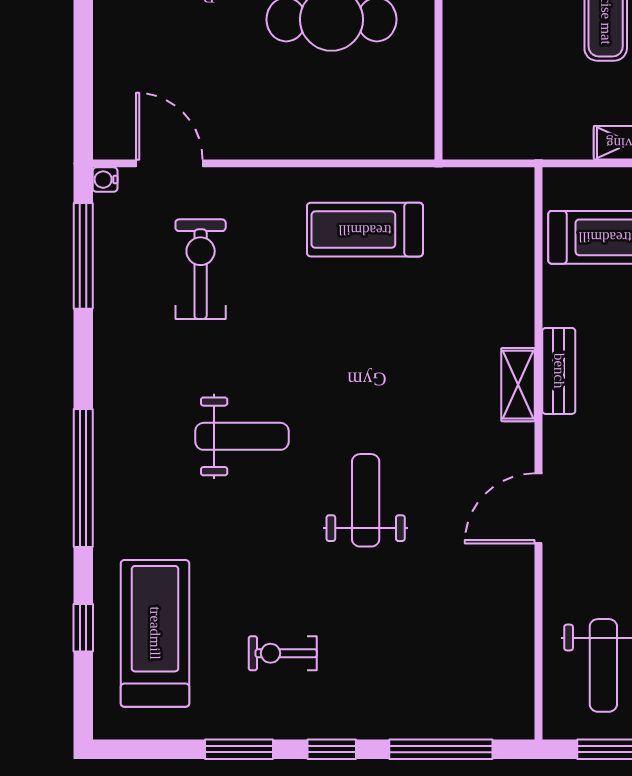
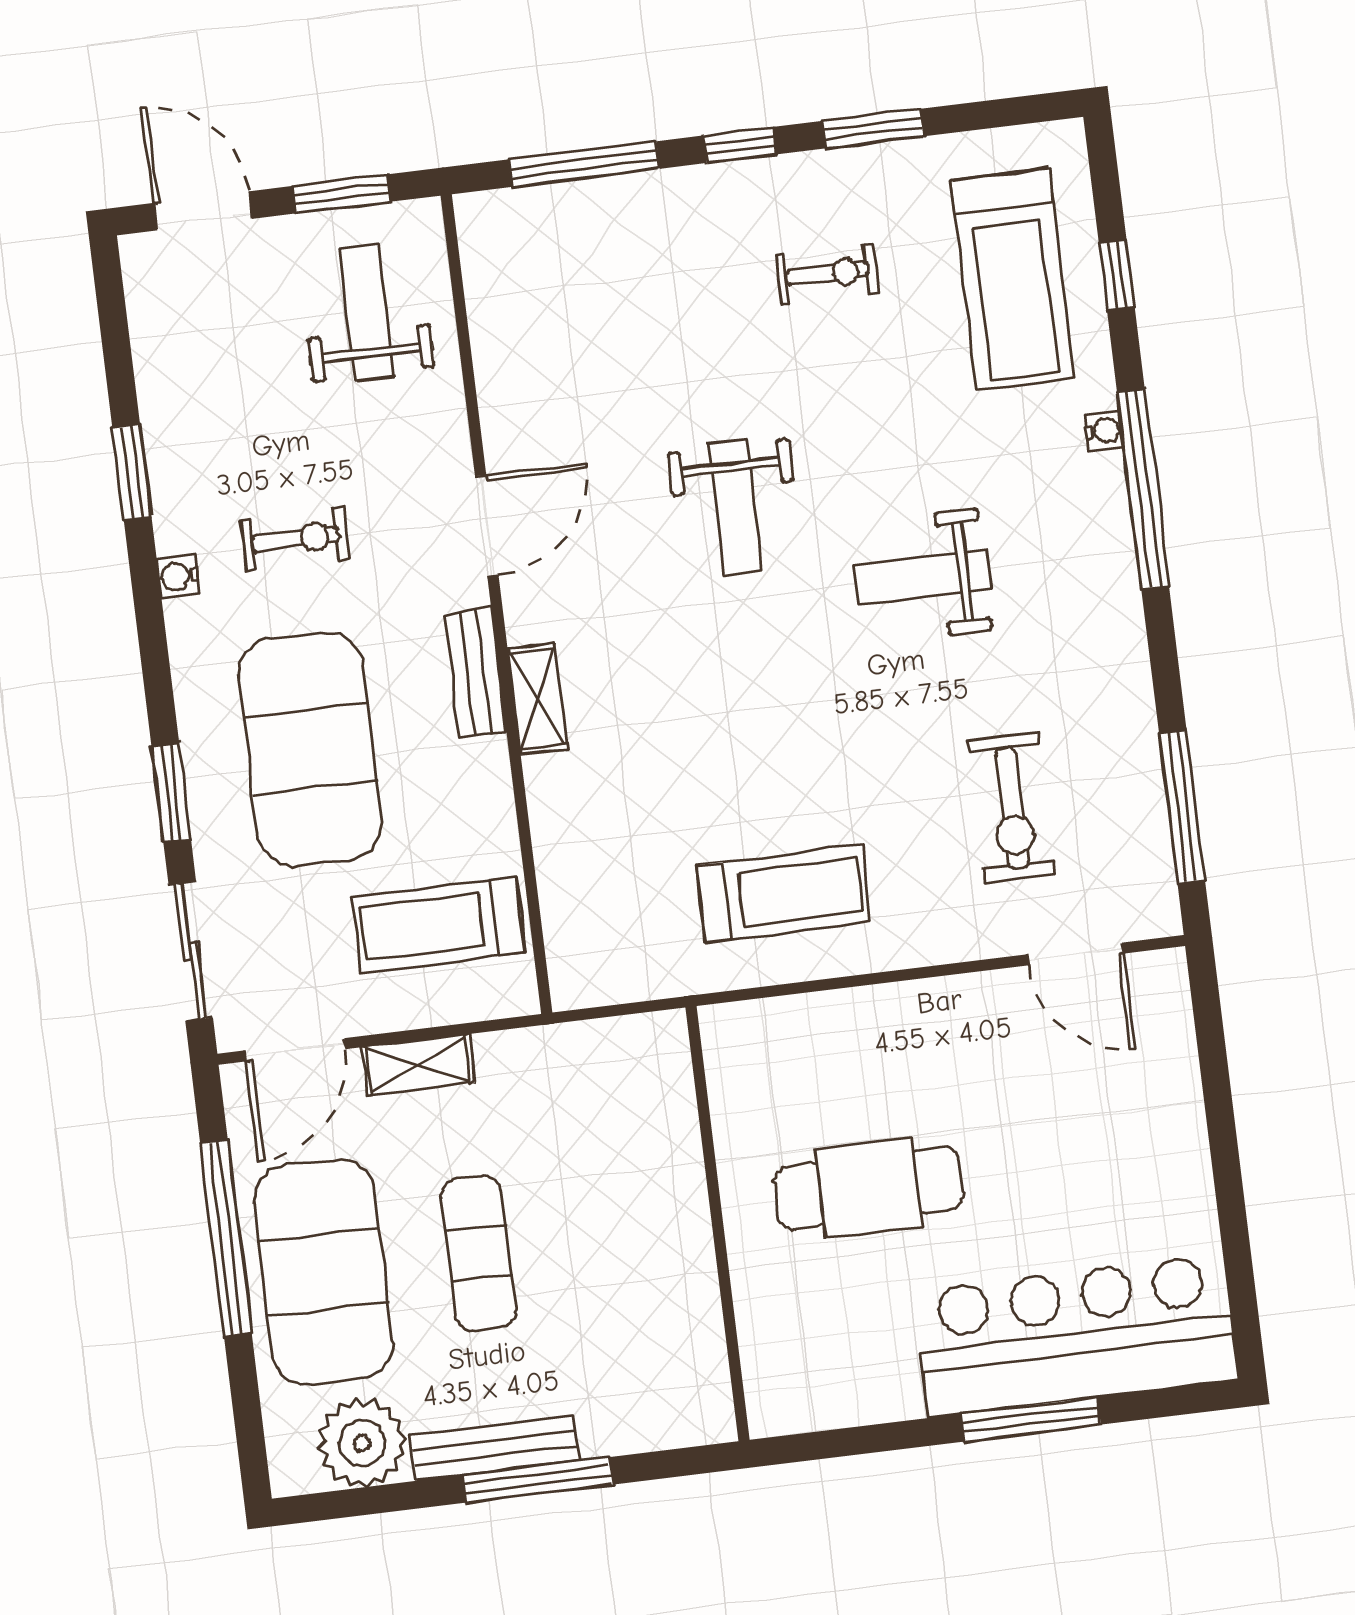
water cooler: (105, 180) -> (1104, 431), moved
bench: (559, 371) -> (475, 672), moved

